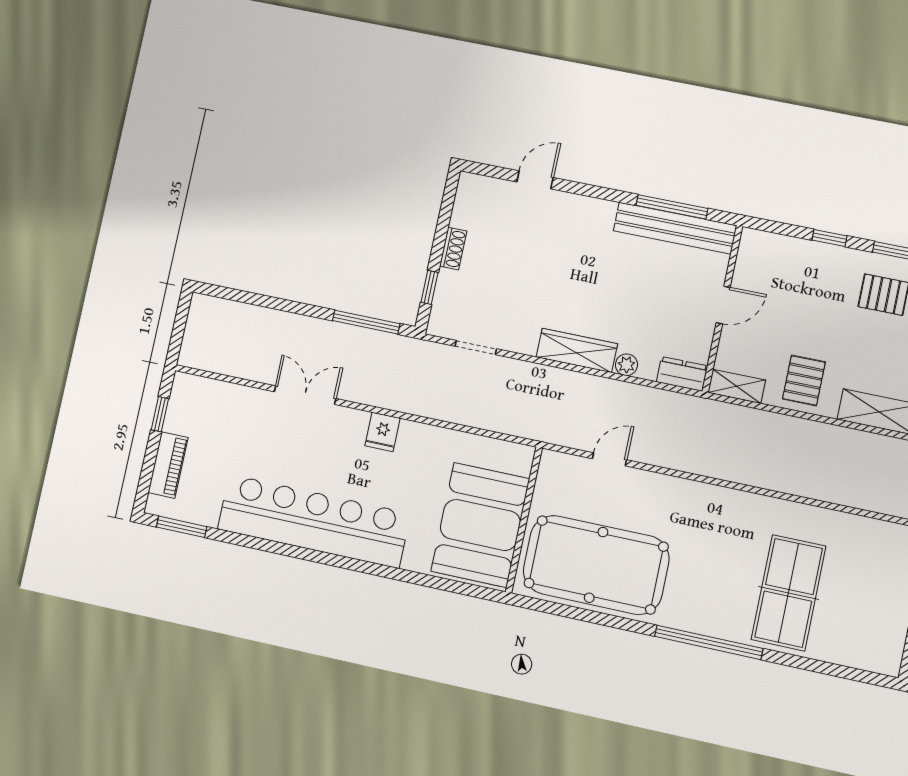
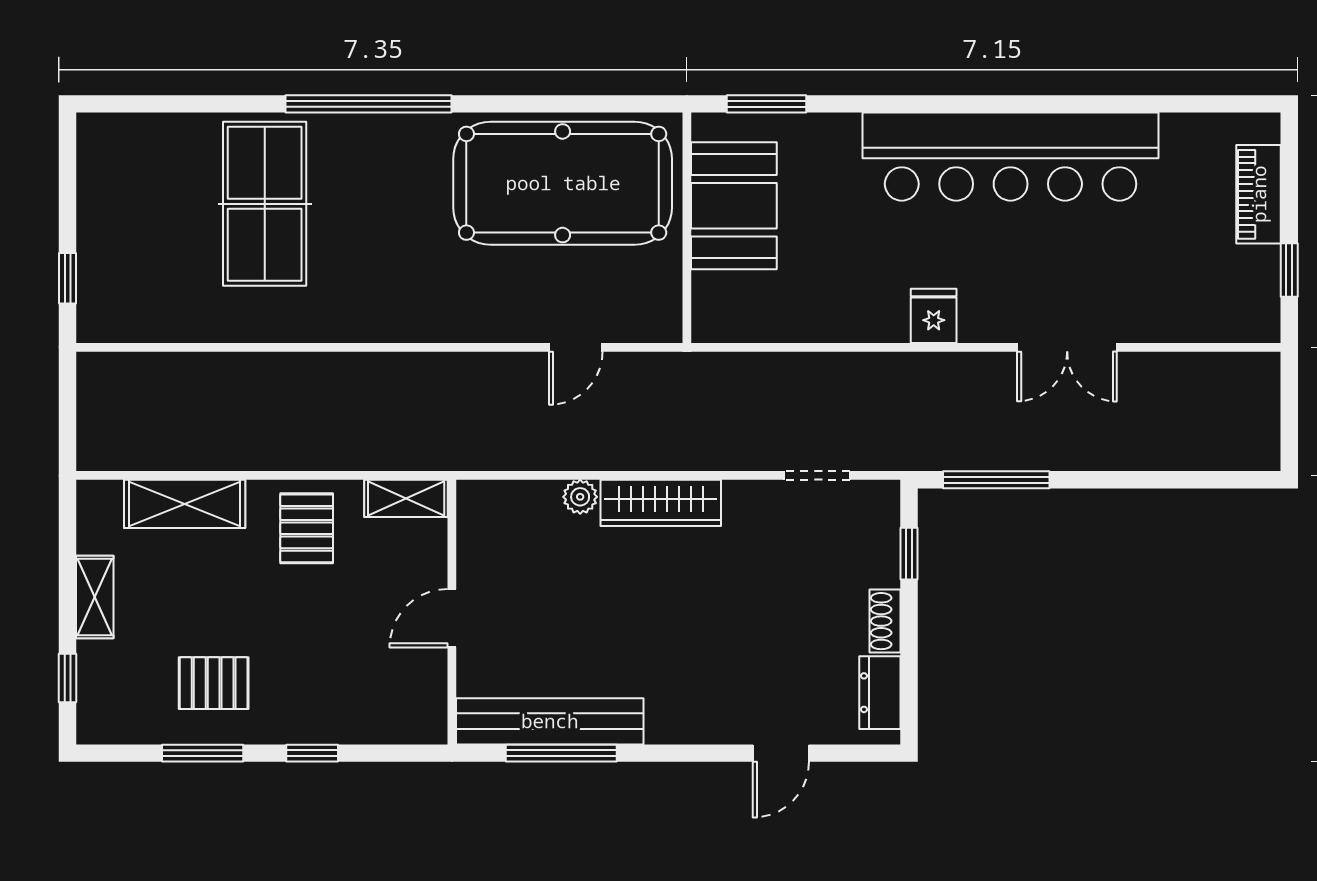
dresser: (682, 374) -> (880, 693), moved, turned 90
booth: (480, 525) -> (734, 206), width x0.73, depth x0.70
window: (182, 527) -> (766, 104), moved

